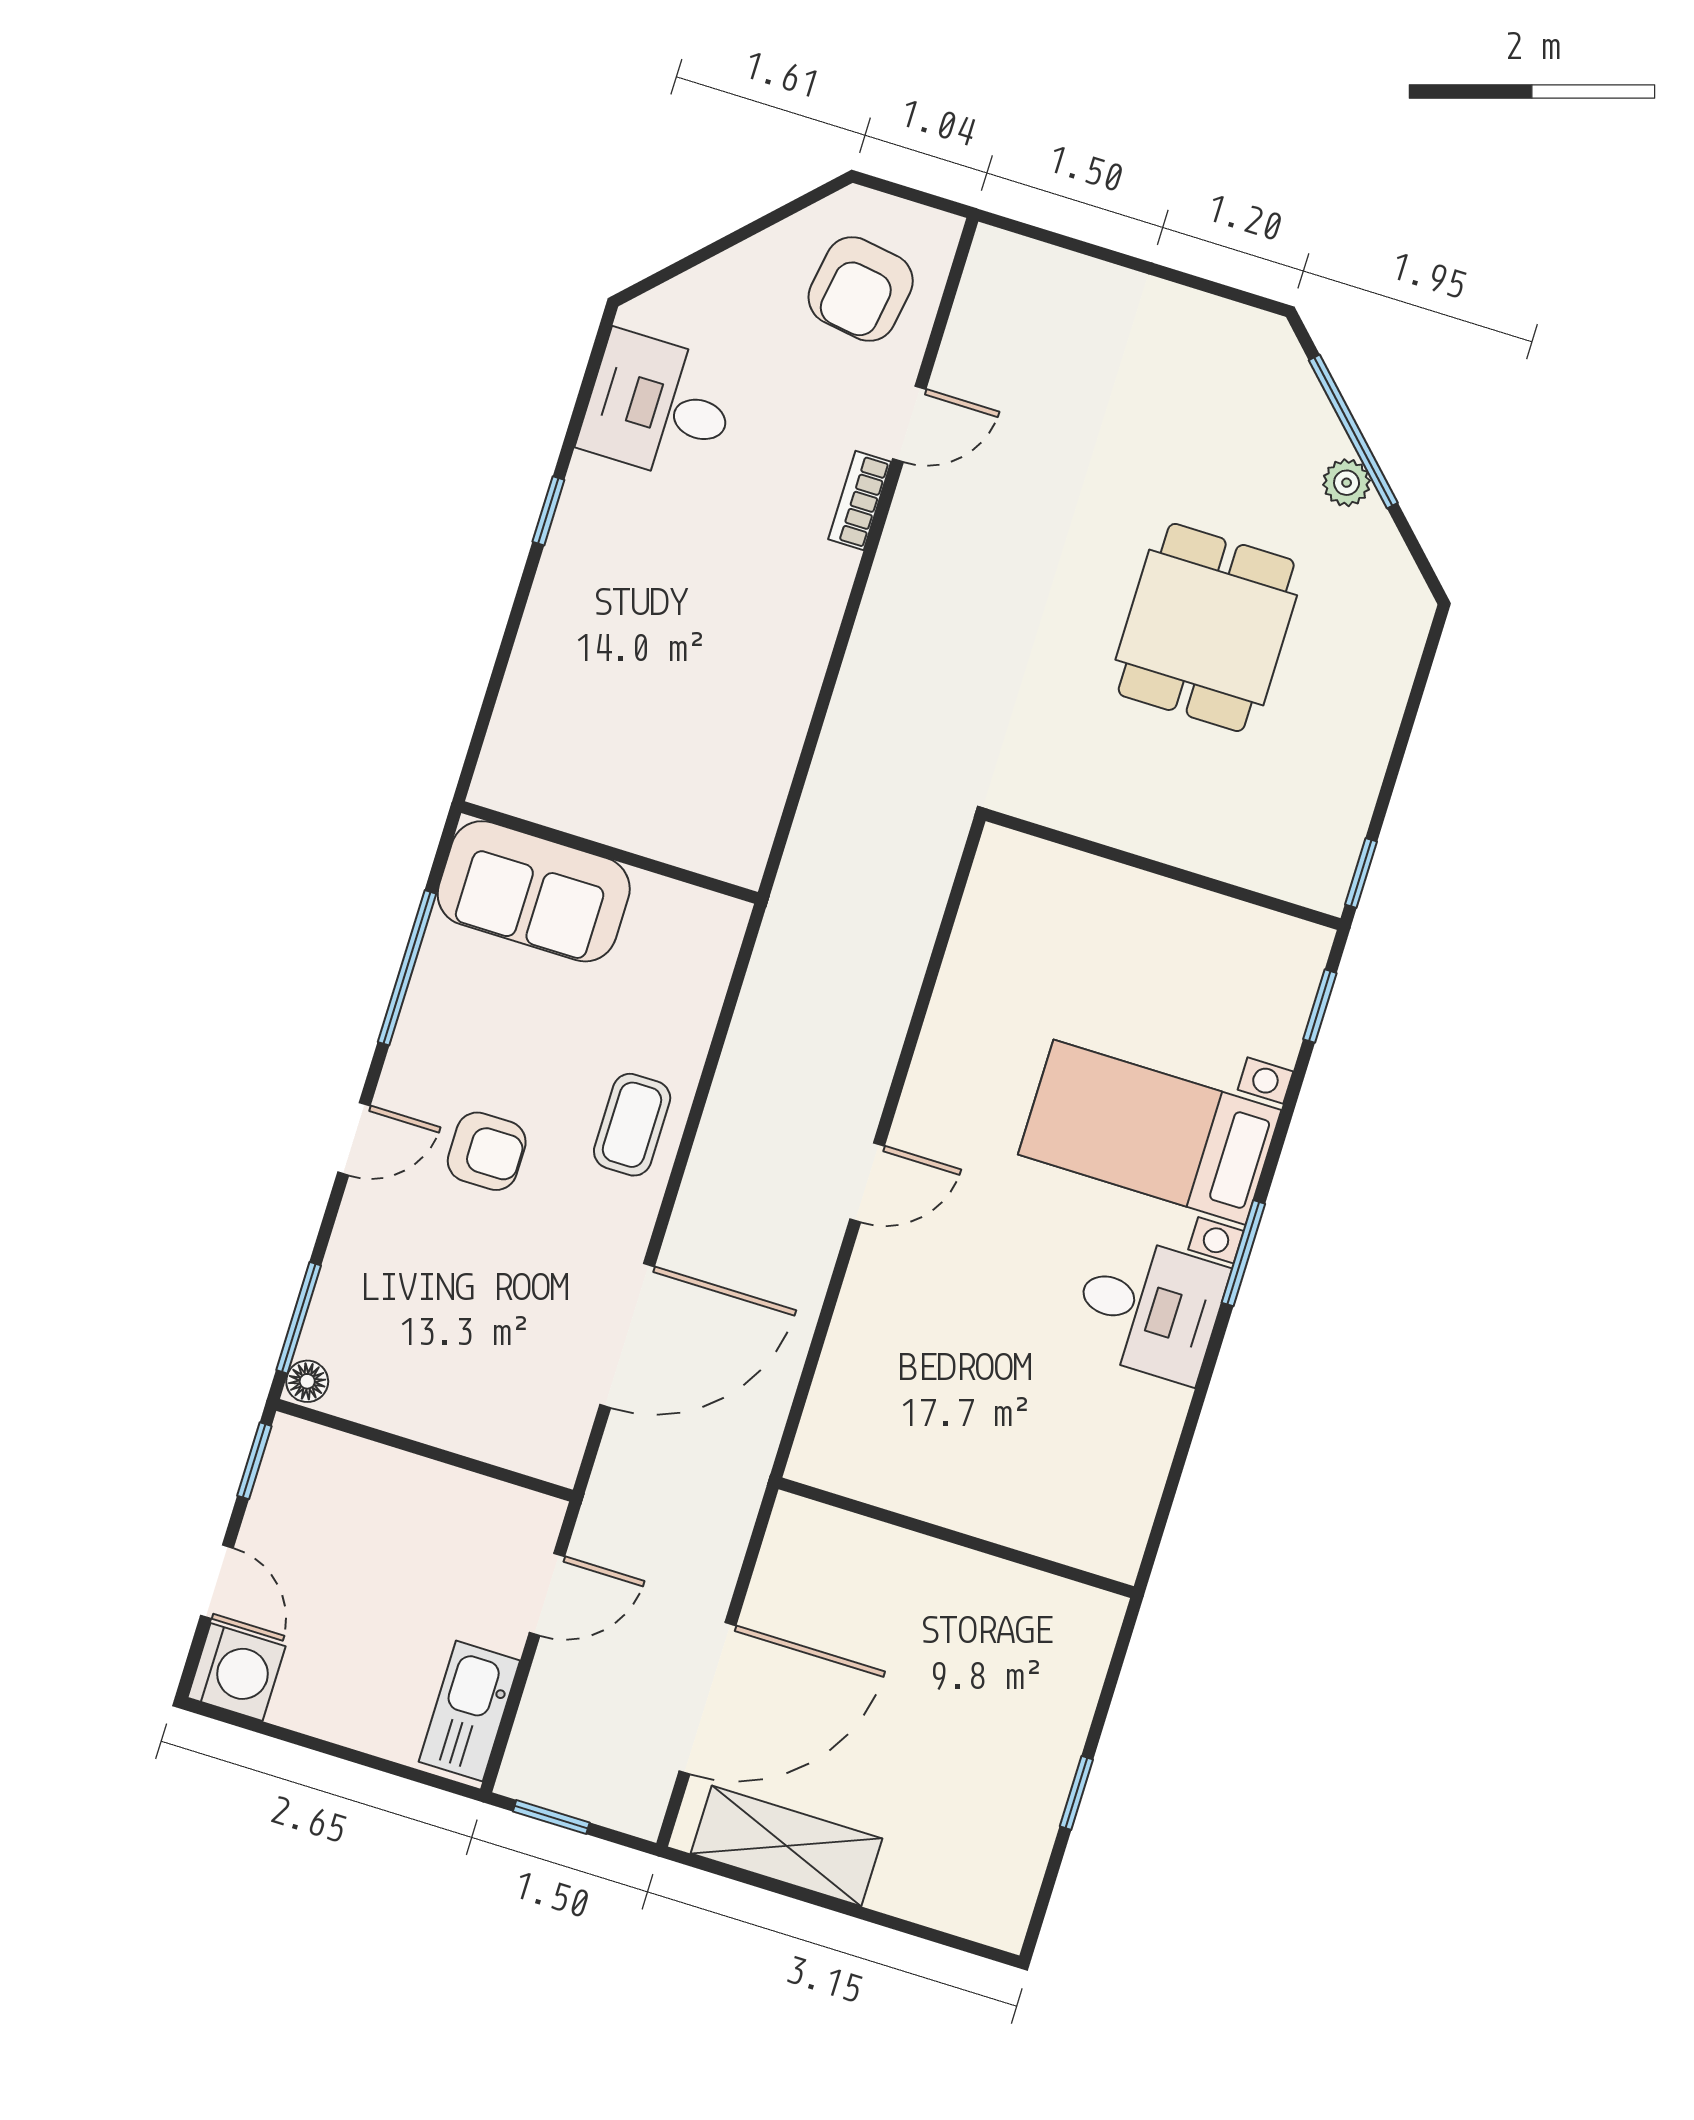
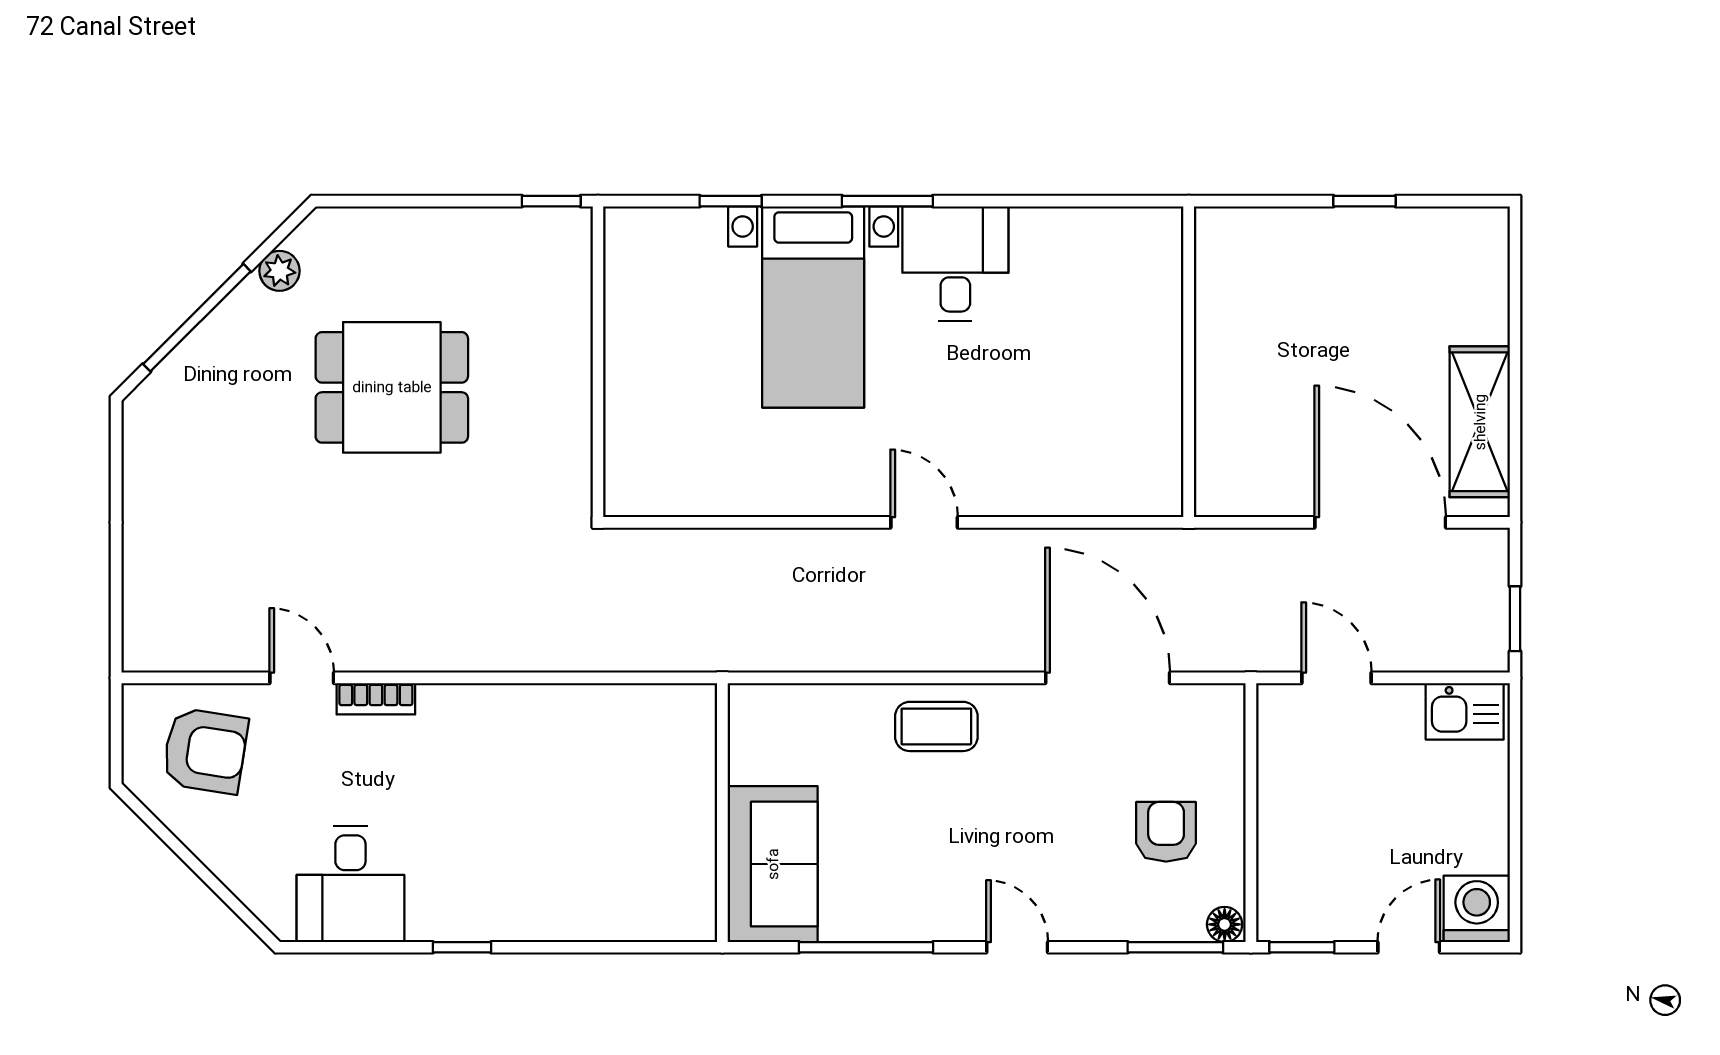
plant: (1347, 483) -> (279, 271), moved
window: (1320, 1006) -> (731, 201), moved
armchair: (487, 1151) -> (1166, 832), moved
kitchen sink: (469, 1711) -> (1465, 711), width x0.73

